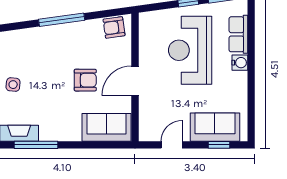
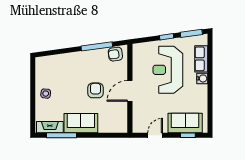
window: (62, 20) -> (97, 46), moved
armchair: (85, 80) -> (96, 90), turned -90
sofa: (107, 127) -> (81, 123), moved

